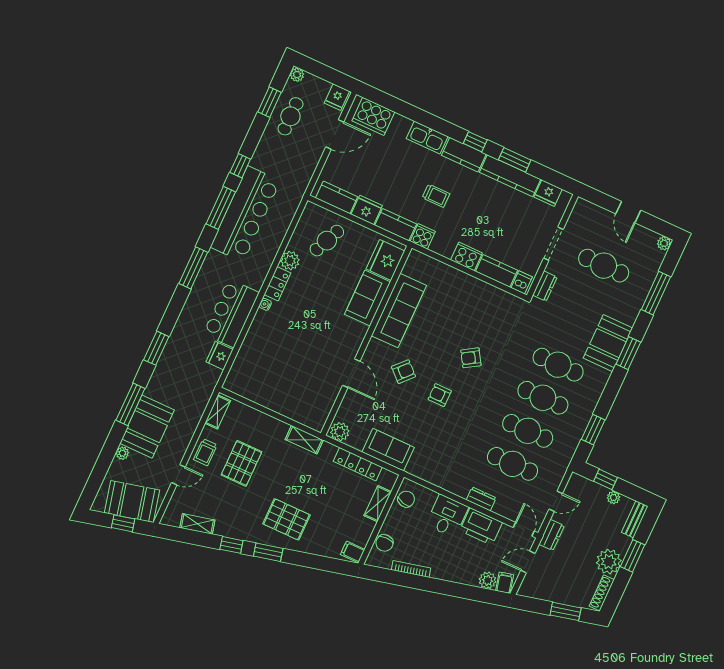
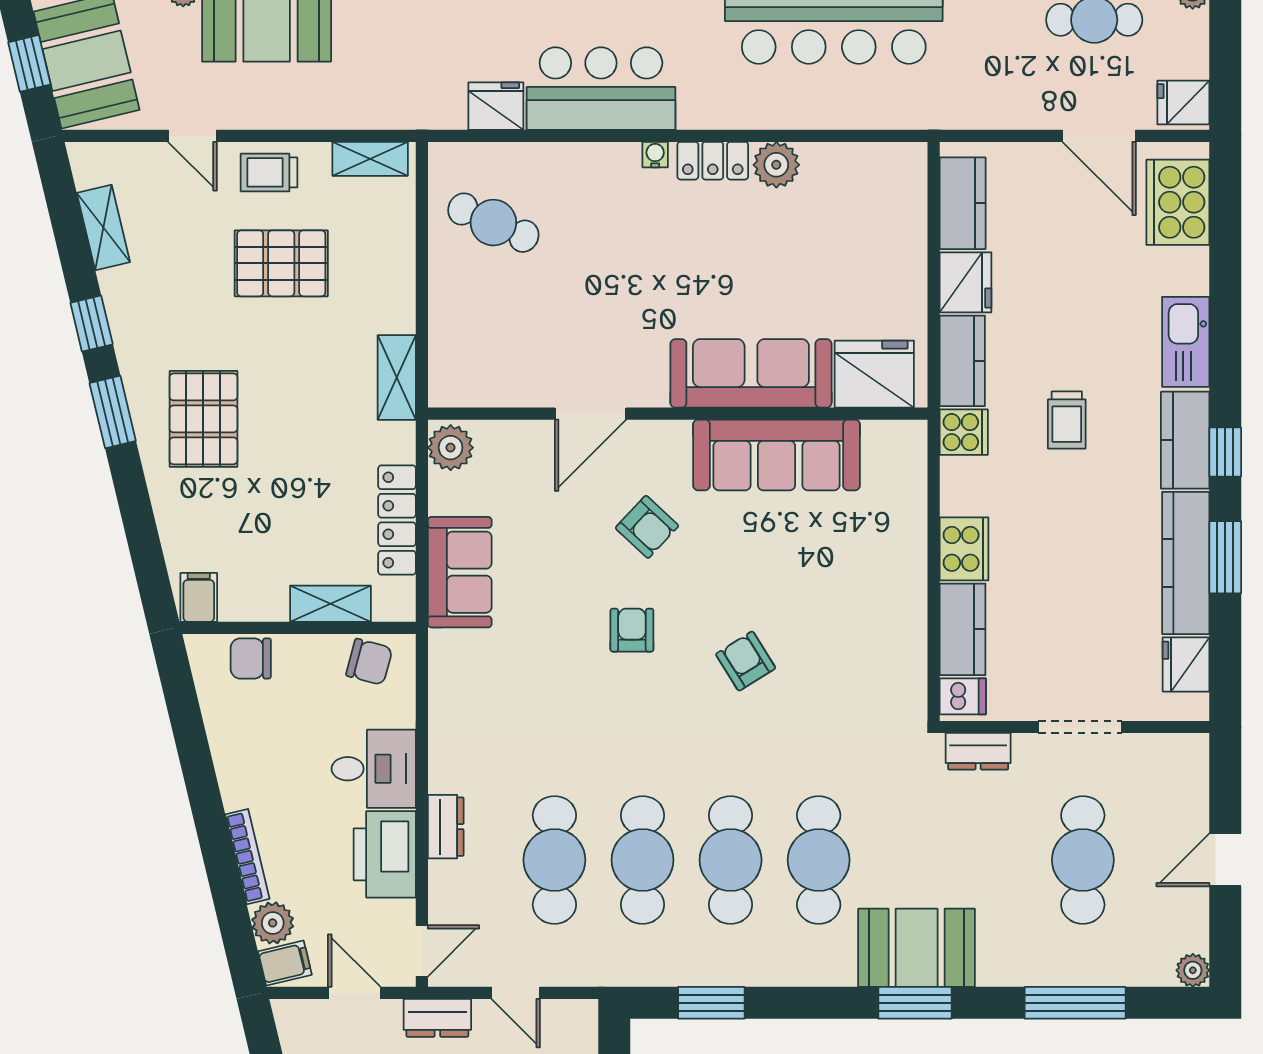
cafe table: (327, 241) -> (493, 223), moved
sofa: (368, 298) -> (751, 373), width x1.36
bookcase: (411, 569) -> (247, 857), moved

